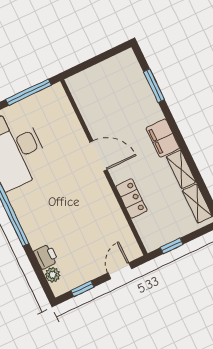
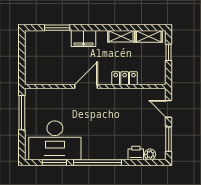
filing cabinet: (163, 138) -> (83, 38), moved
window: (172, 246) -> (169, 52), moved
window: (82, 289) -> (169, 139), width x1.50

